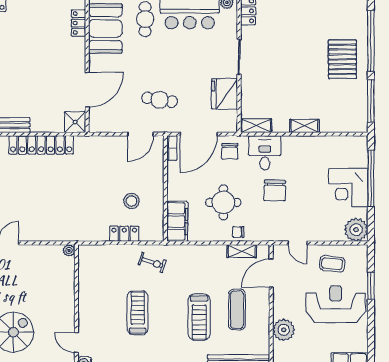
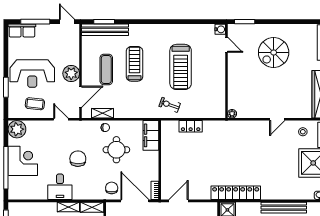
shelving: (304, 126) -> (68, 207), moved
door: (199, 134) -> (135, 201), hinge flipped
locker: (41, 145) -> (236, 193), moved
desk: (265, 153) -> (60, 187), moved
stool: (131, 201) -> (185, 151), removed
treadmill: (138, 313) -> (181, 67), width x1.37, depth x1.38
plant: (284, 330) -> (71, 73), moved

